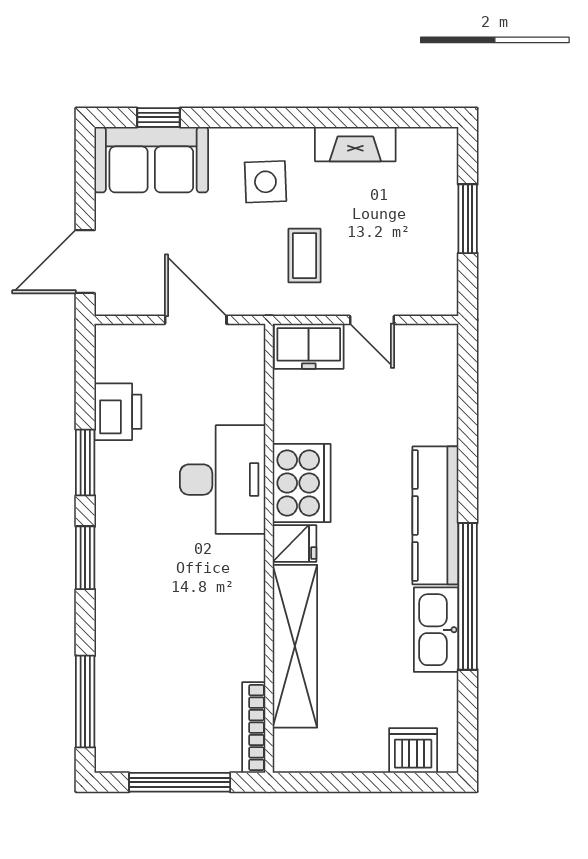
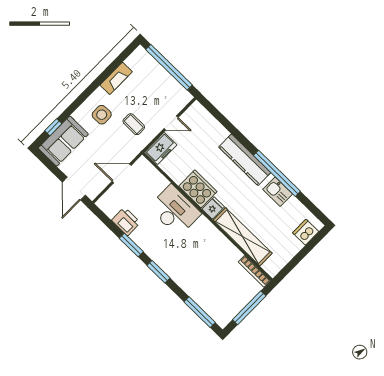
window: (468, 219) -> (169, 67), width x2.11
kitchen sink: (436, 630) -> (278, 192), width x0.73

